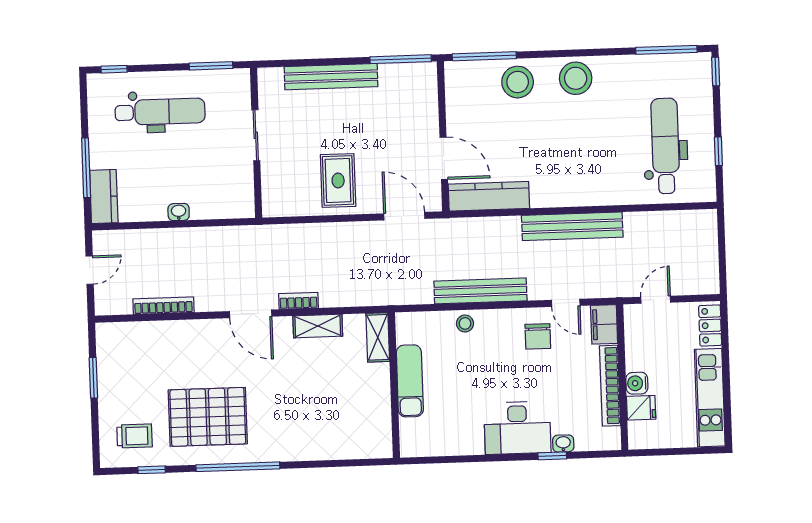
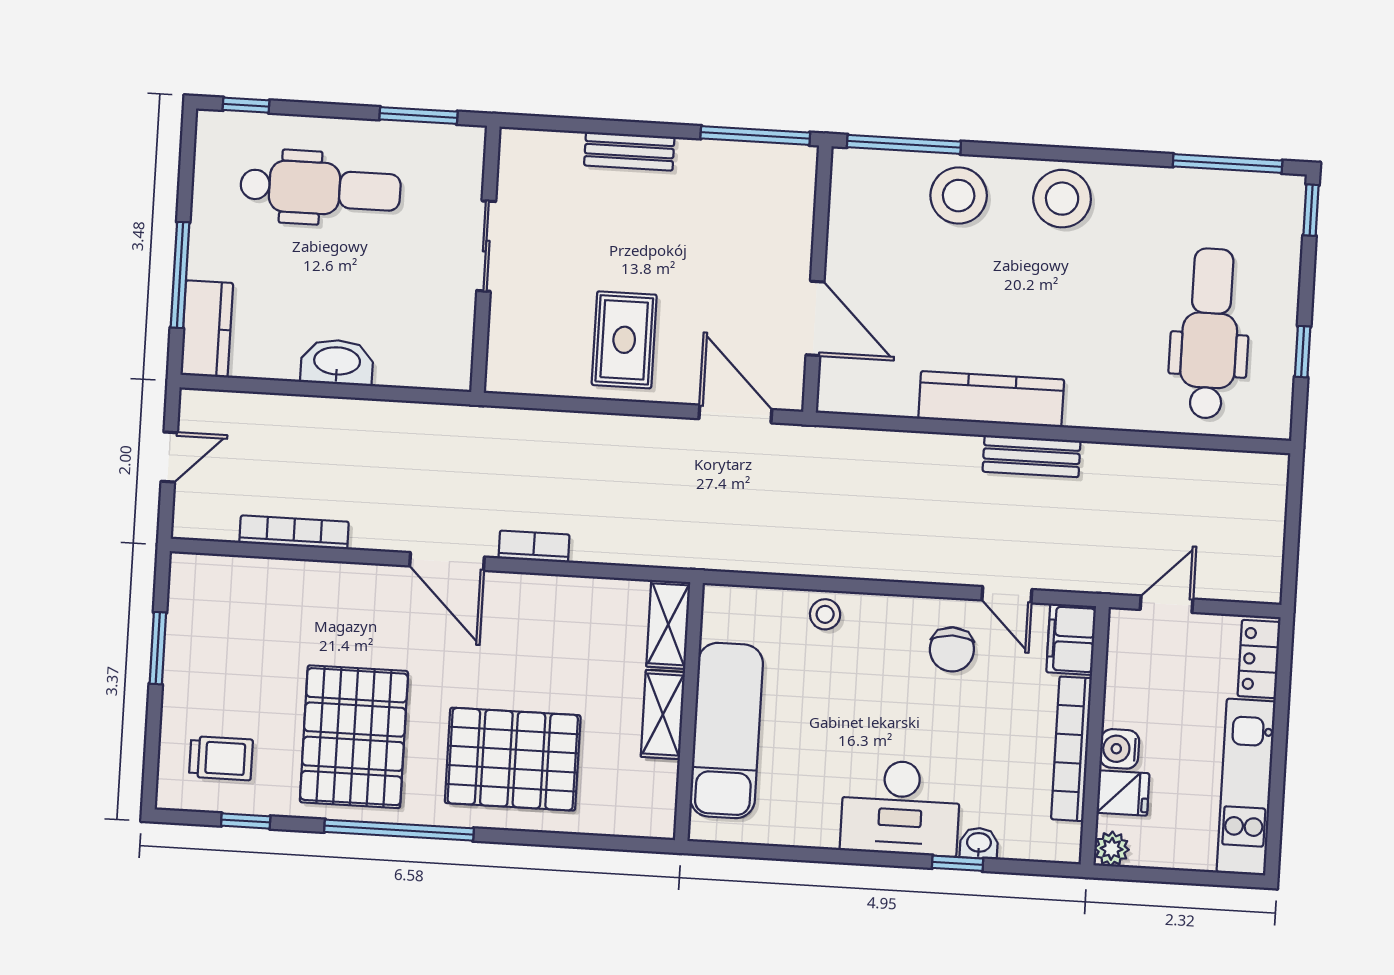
bench: (331, 77) -> (629, 151), width x0.54, depth x0.82
kitchen counter: (489, 196) -> (991, 399), moved
washbasin: (179, 212) -> (337, 362), width x1.91, depth x1.45
bench: (572, 226) -> (1032, 456), width x0.54, depth x0.82
bench: (480, 291) -> (858, 559), removed
shelving: (318, 326) -> (663, 714), moved, turned 90
exam couch: (410, 381) -> (727, 731), width x1.36, depth x1.45
pallet: (208, 417) -> (354, 737), turned 90
pallet: (298, 421) -> (513, 759), added
plant: (638, 440) -> (1112, 849), added

